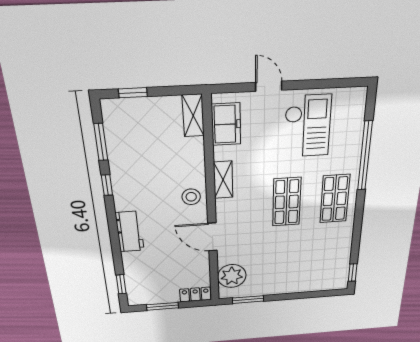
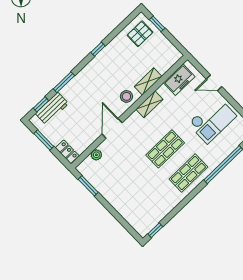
door: (269, 86) -> (214, 83), swing flipped
shelving: (193, 116) -> (148, 82), moved
pallet: (128, 124) -> (140, 34), added
window: (101, 142) -> (64, 82), moved
workbench: (130, 232) -> (52, 109), moved
plant: (232, 276) -> (96, 155), width x0.53, depth x0.53

